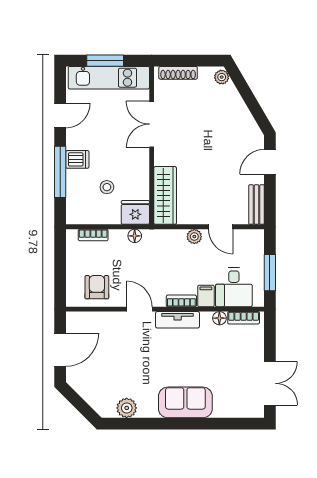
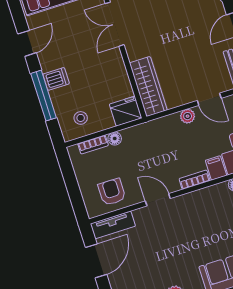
stool: (107, 187) -> (81, 118), moved
floor lamp: (135, 236) -> (115, 138), moved
tv unit: (178, 320) -> (113, 225), moved

